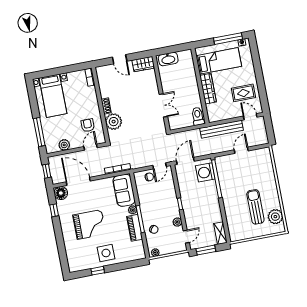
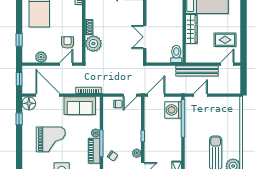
double door: (163, 105) -> (145, 37), swing flipped
door: (250, 117) -> (227, 64), hinge flipped
window: (39, 132) -> (19, 40), width x0.46
door: (241, 150) -> (200, 95), moved
sofa: (124, 190) -> (80, 106), moved, turned -90

